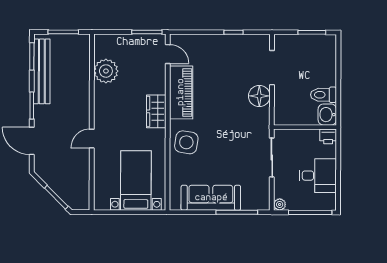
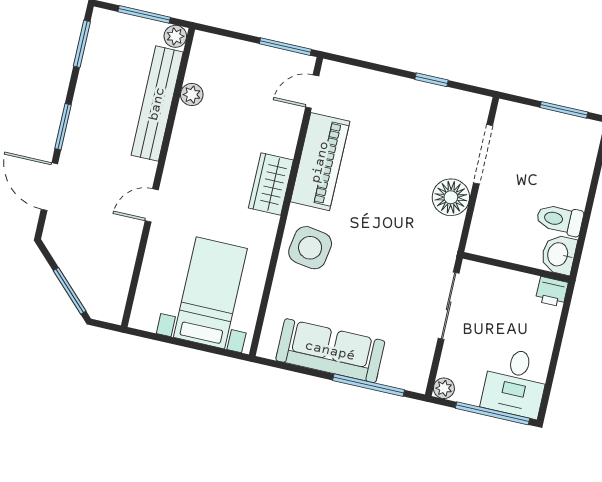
plant: (84, 40) -> (175, 36), added
door: (168, 54) -> (312, 92), swing flipped
bench: (42, 71) -> (157, 104), moved
plant: (106, 71) -> (192, 95), width x0.53, depth x0.53
desk: (318, 176) -> (515, 382), moved, turned 90

